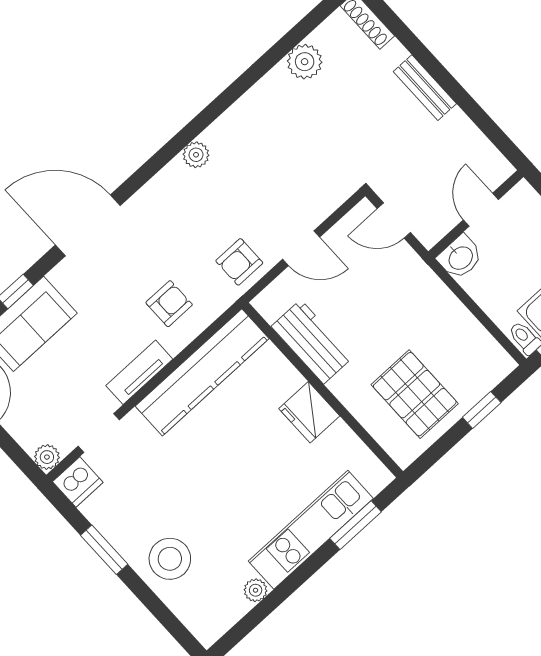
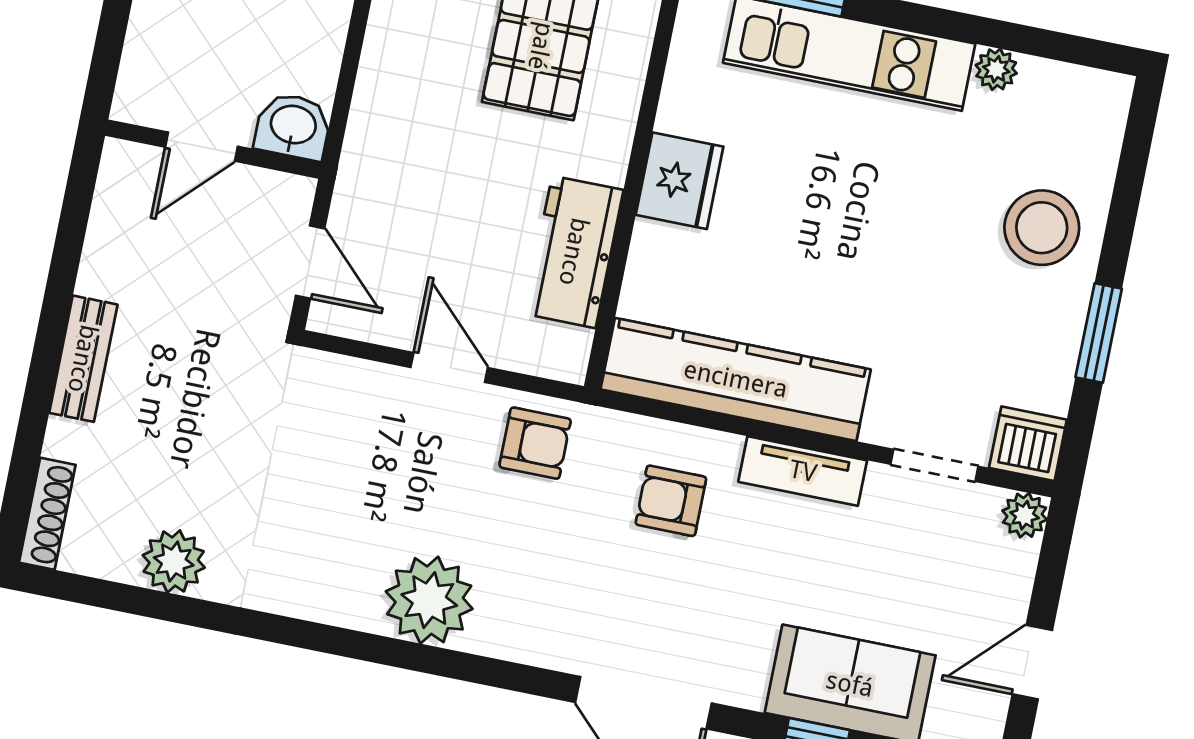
plant: (196, 155) -> (429, 600), width x1.88, depth x1.88

